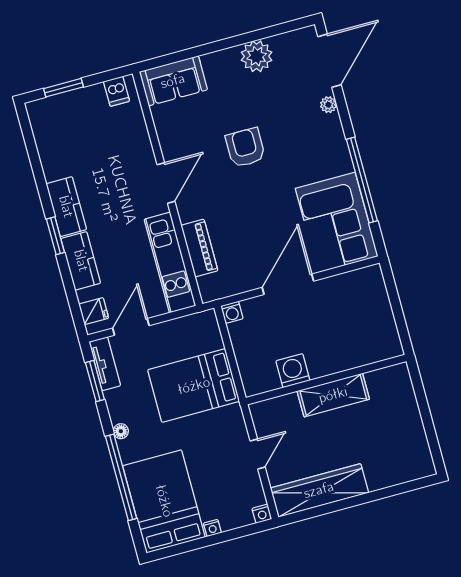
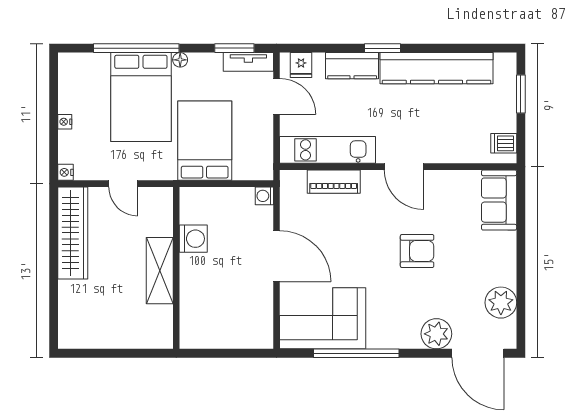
plant: (257, 56) -> (501, 303), moved
plant: (328, 105) -> (436, 334), width x1.87, depth x1.87
kitchen counter: (66, 207) -> (436, 68), width x2.08, depth x1.17
bed: (164, 501) -> (141, 97), moved, turned 90

